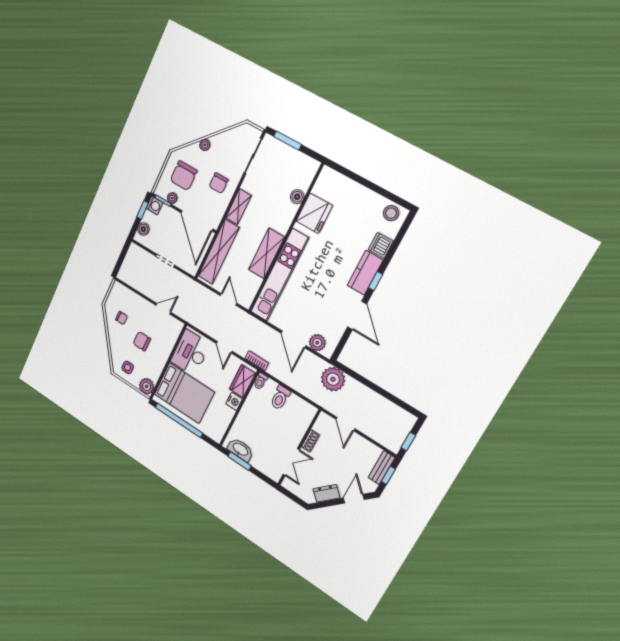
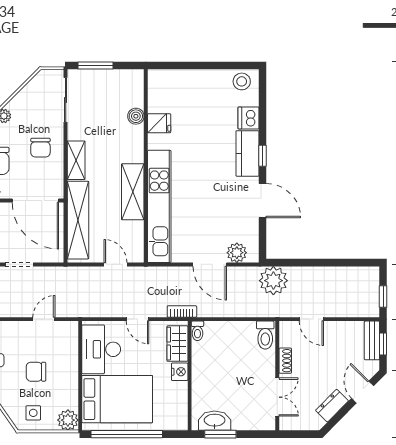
fridge: (314, 213) -> (159, 123), width x0.53, depth x0.75
toilet: (280, 398) -> (265, 335), moved

